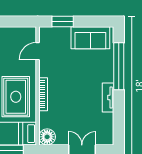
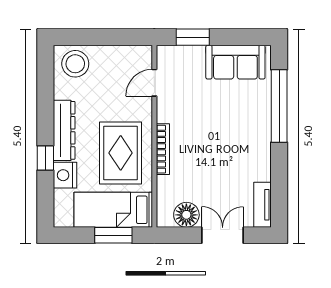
tv unit: (108, 98) -> (263, 205), moved
floor lamp: (47, 137) -> (186, 215), moved

